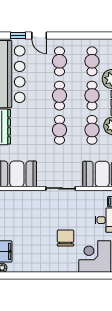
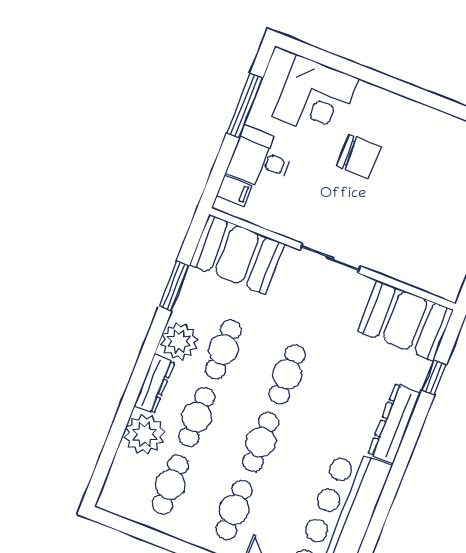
chair: (65, 238) -> (359, 157), turned -90

